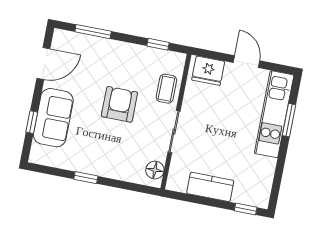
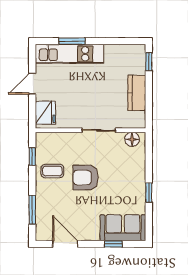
coffee table: (166, 89) -> (52, 171), moved
sofa: (53, 118) -> (123, 228), moved

